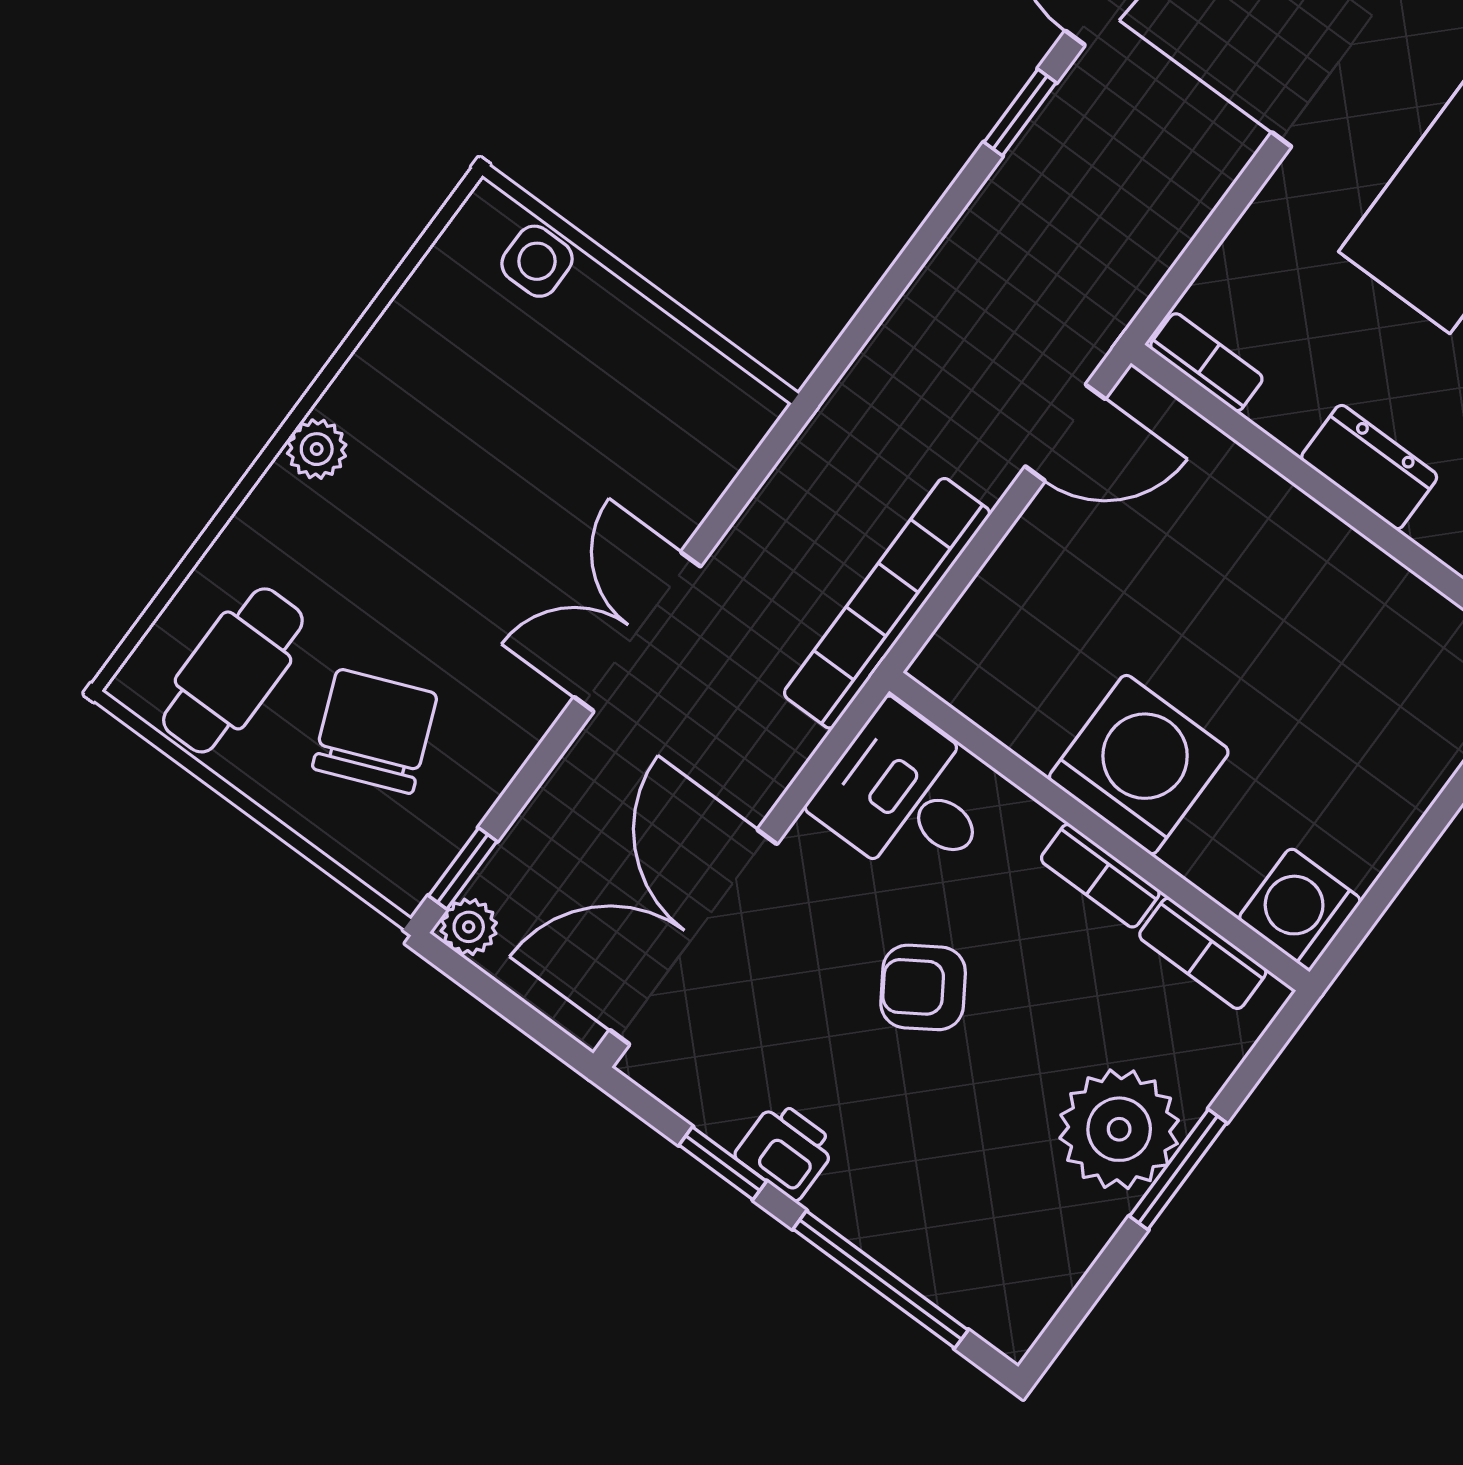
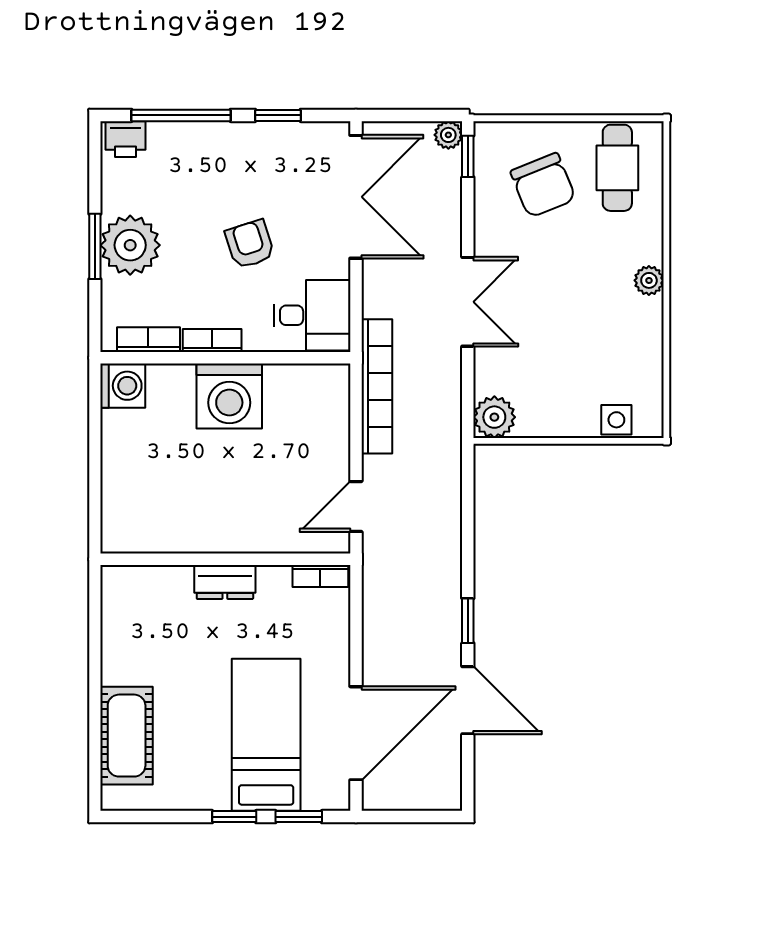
plant: (733, 412) -> (494, 417), added
armchair: (923, 987) -> (250, 244), turned -75
printer: (786, 1150) -> (126, 139), moved

